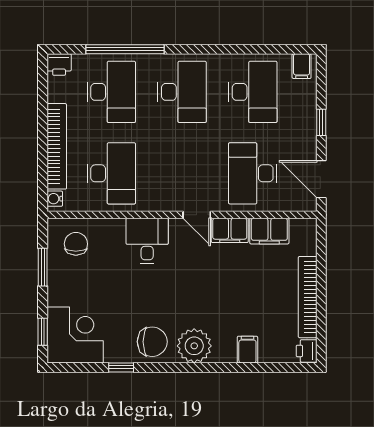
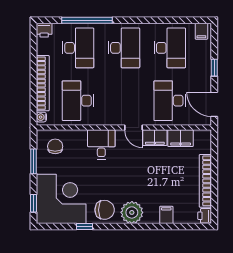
desk: (111, 173) -> (78, 101), turned 180
corner desk: (75, 335) -> (61, 199), width x1.36, depth x1.36

